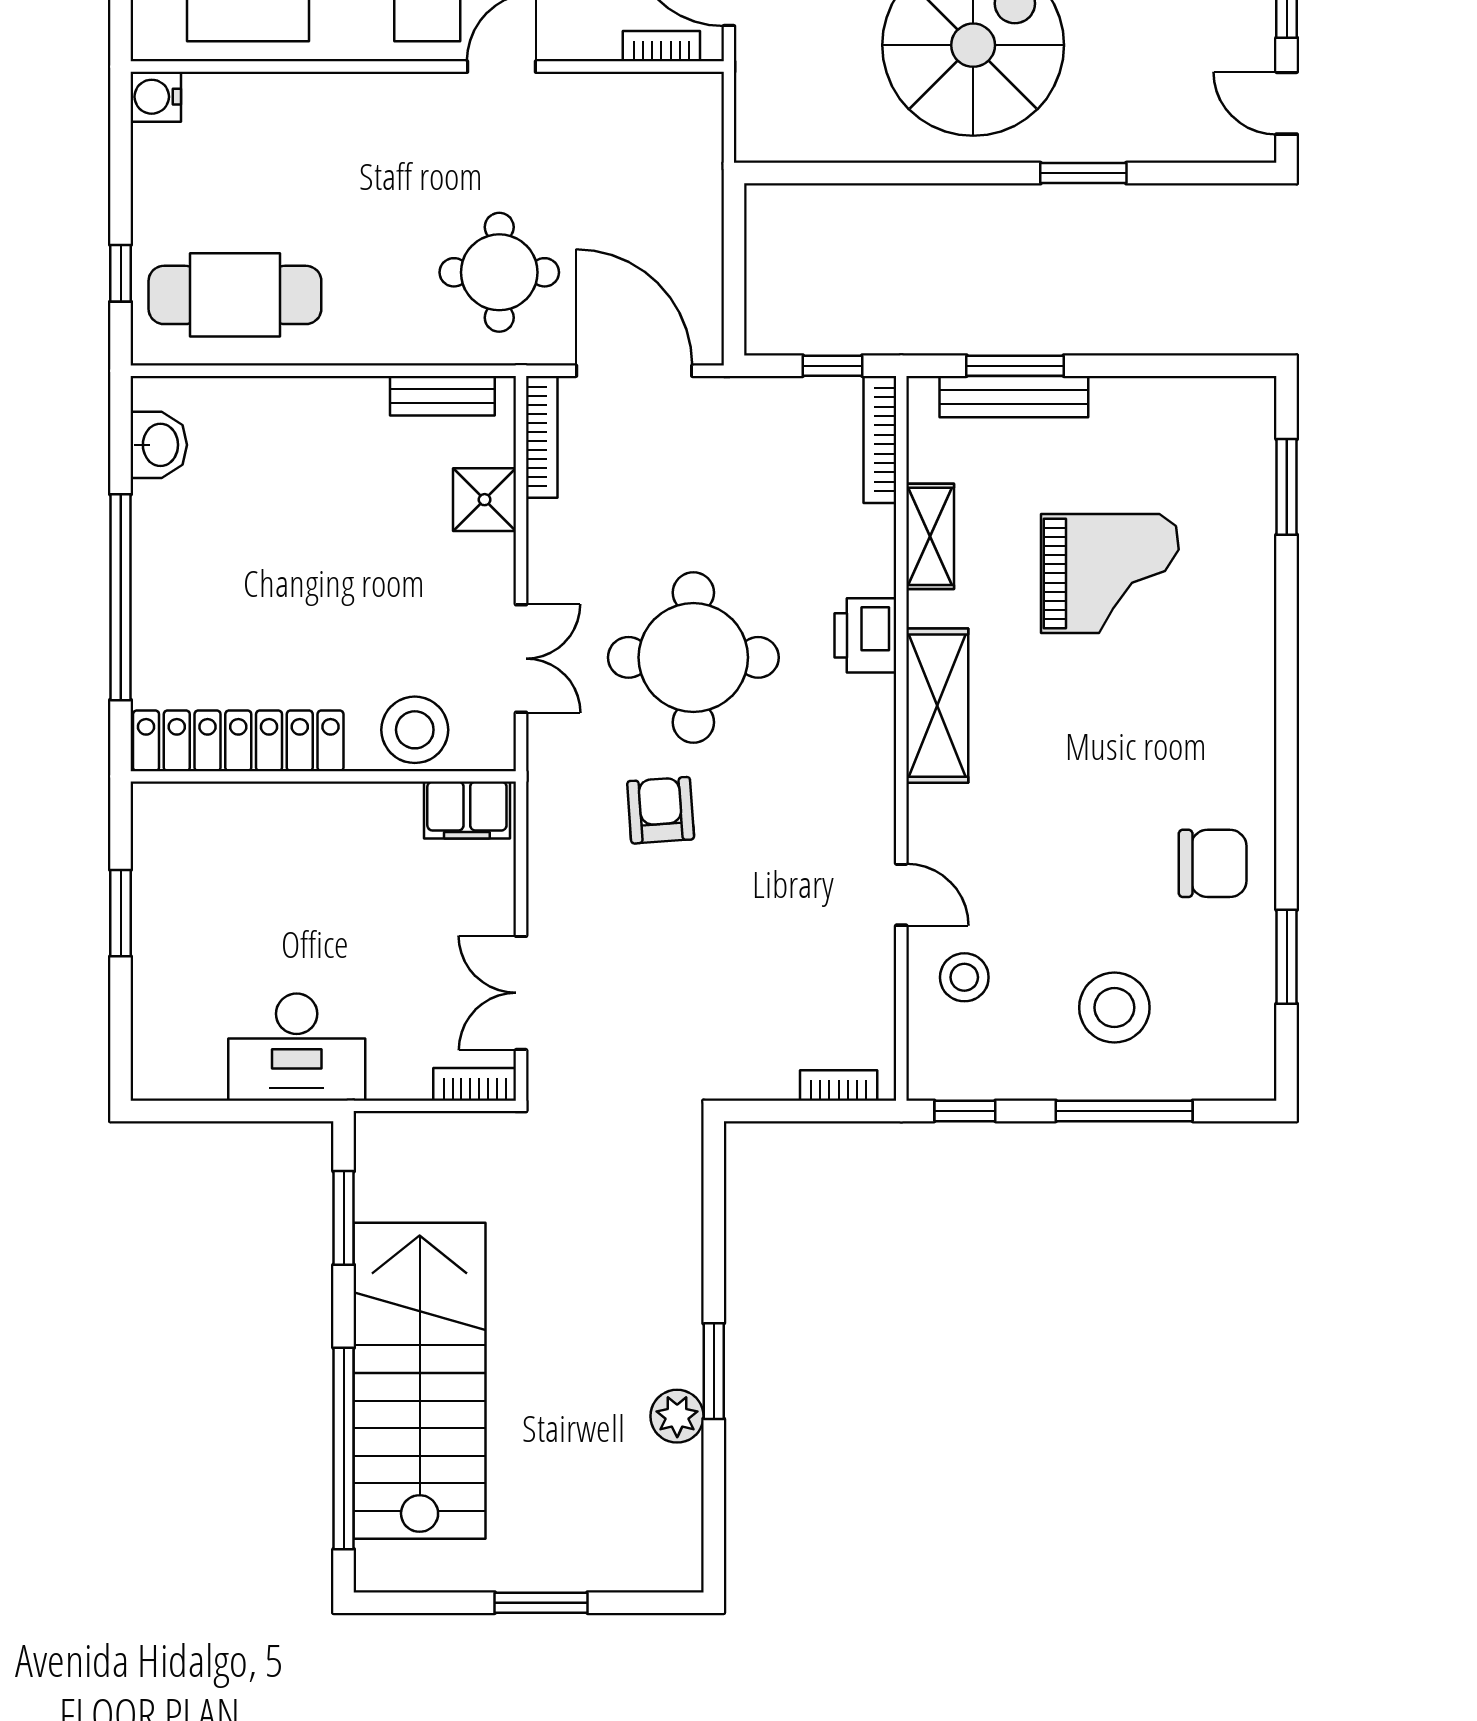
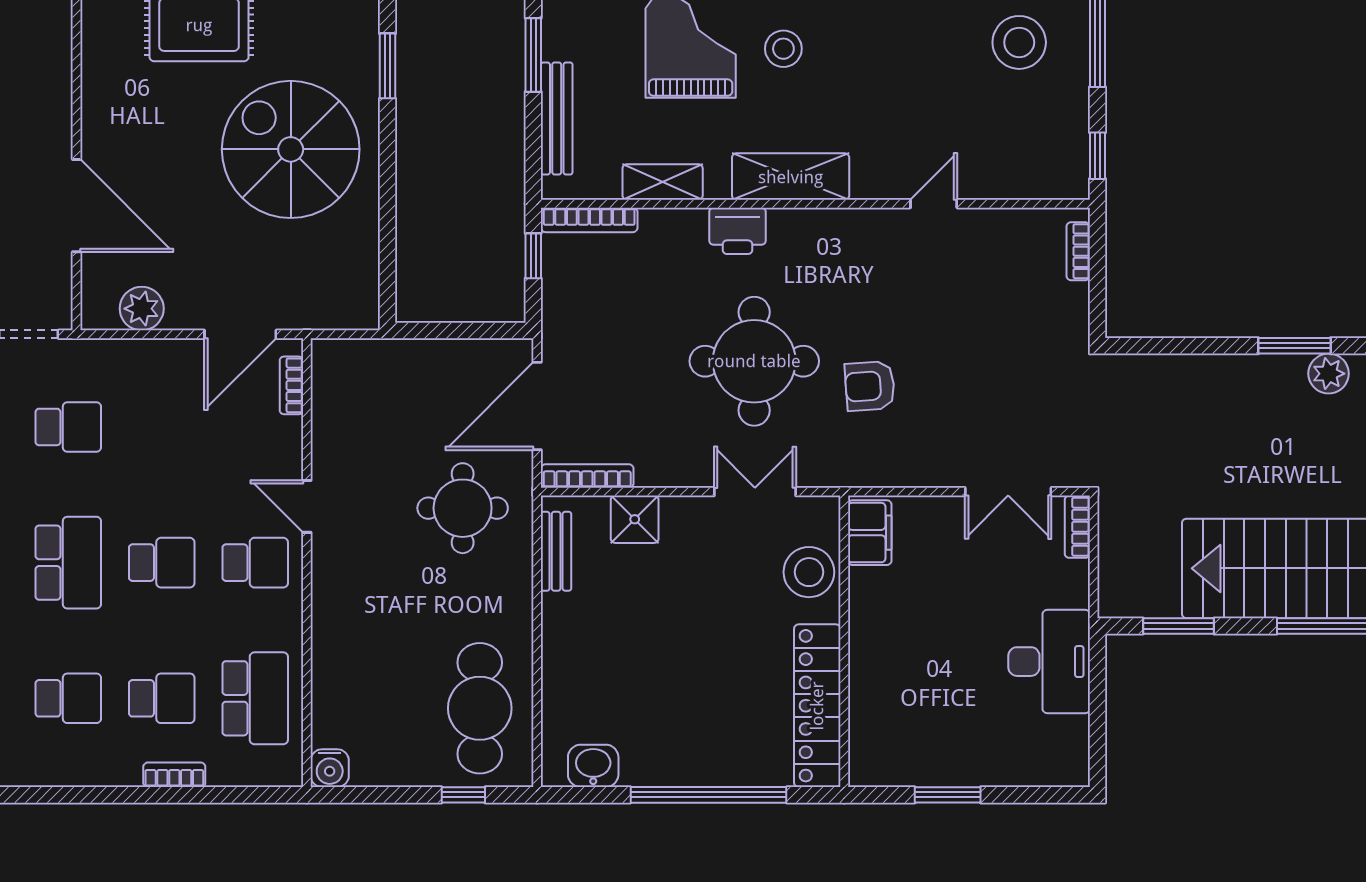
window: (1015, 366) -> (533, 55), moved
stool: (964, 977) -> (783, 49), moved

